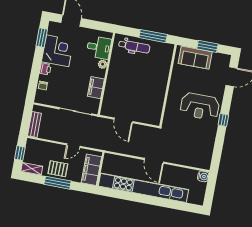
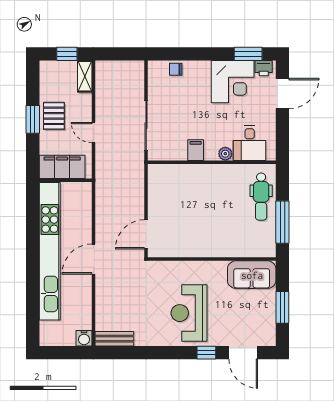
sofa: (195, 58) -> (252, 275), moved, turned -90
printer: (45, 69) -> (264, 68), moved
filing cabinet: (96, 88) -> (196, 150), width x0.50
door: (123, 120) -> (146, 234), moved
window: (223, 120) -> (206, 353), moved
bench: (34, 124) -> (114, 339), moved
shelving: (32, 169) -> (85, 76), moved
window: (58, 183) -> (33, 119), width x0.69

